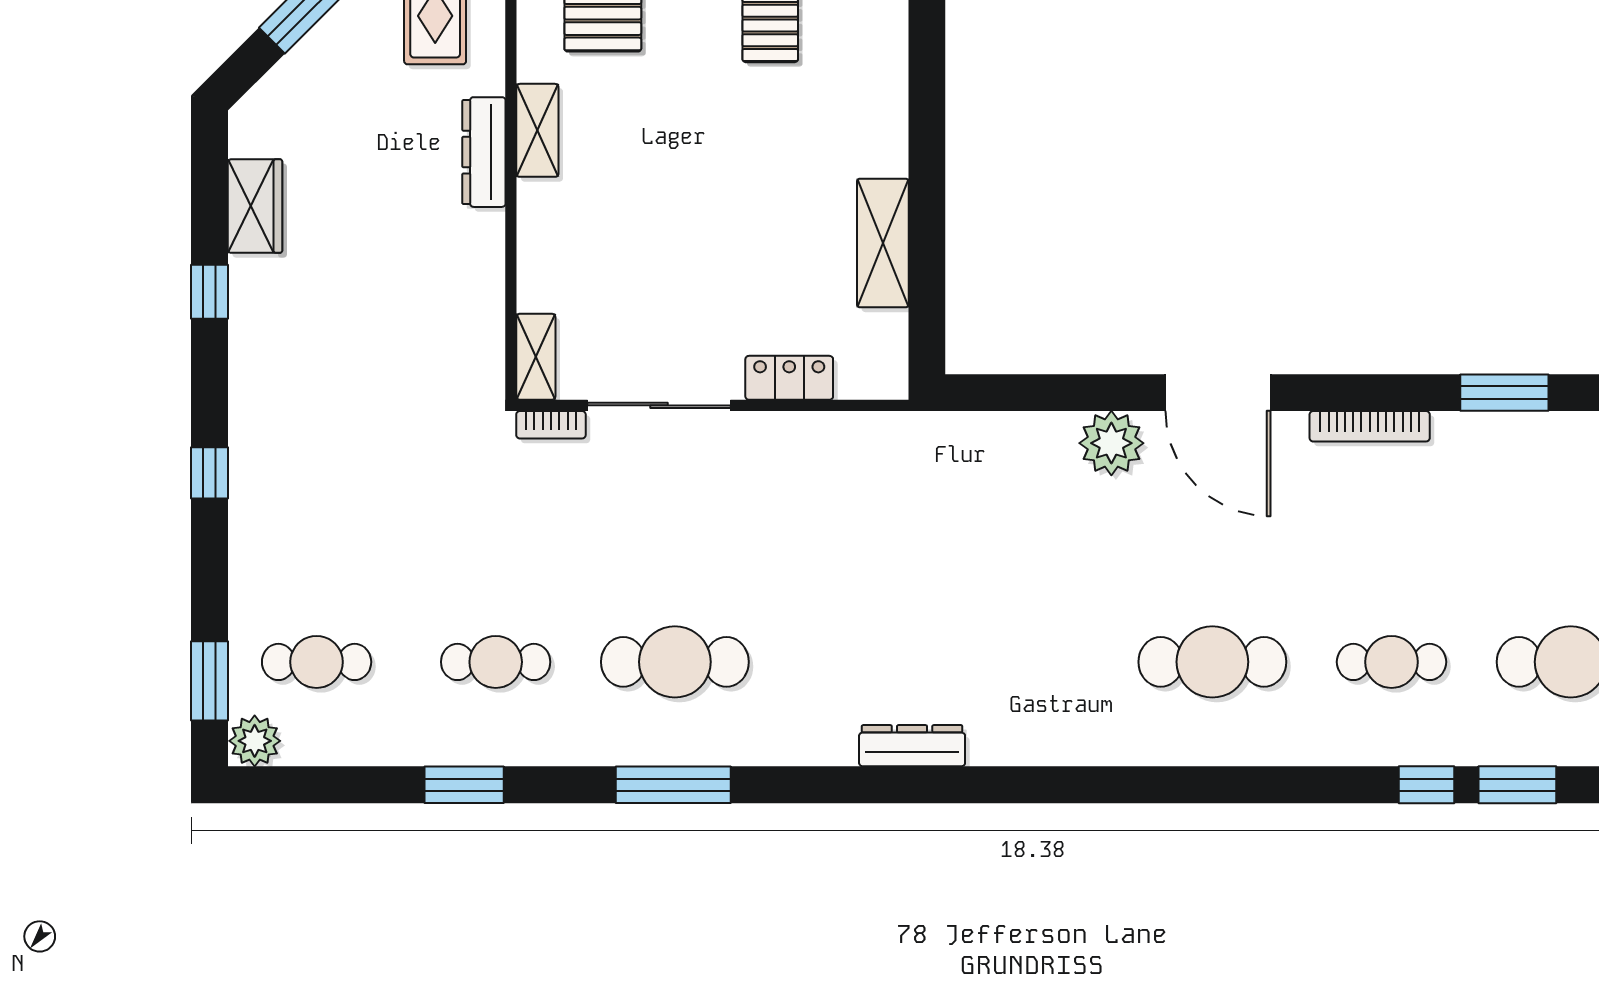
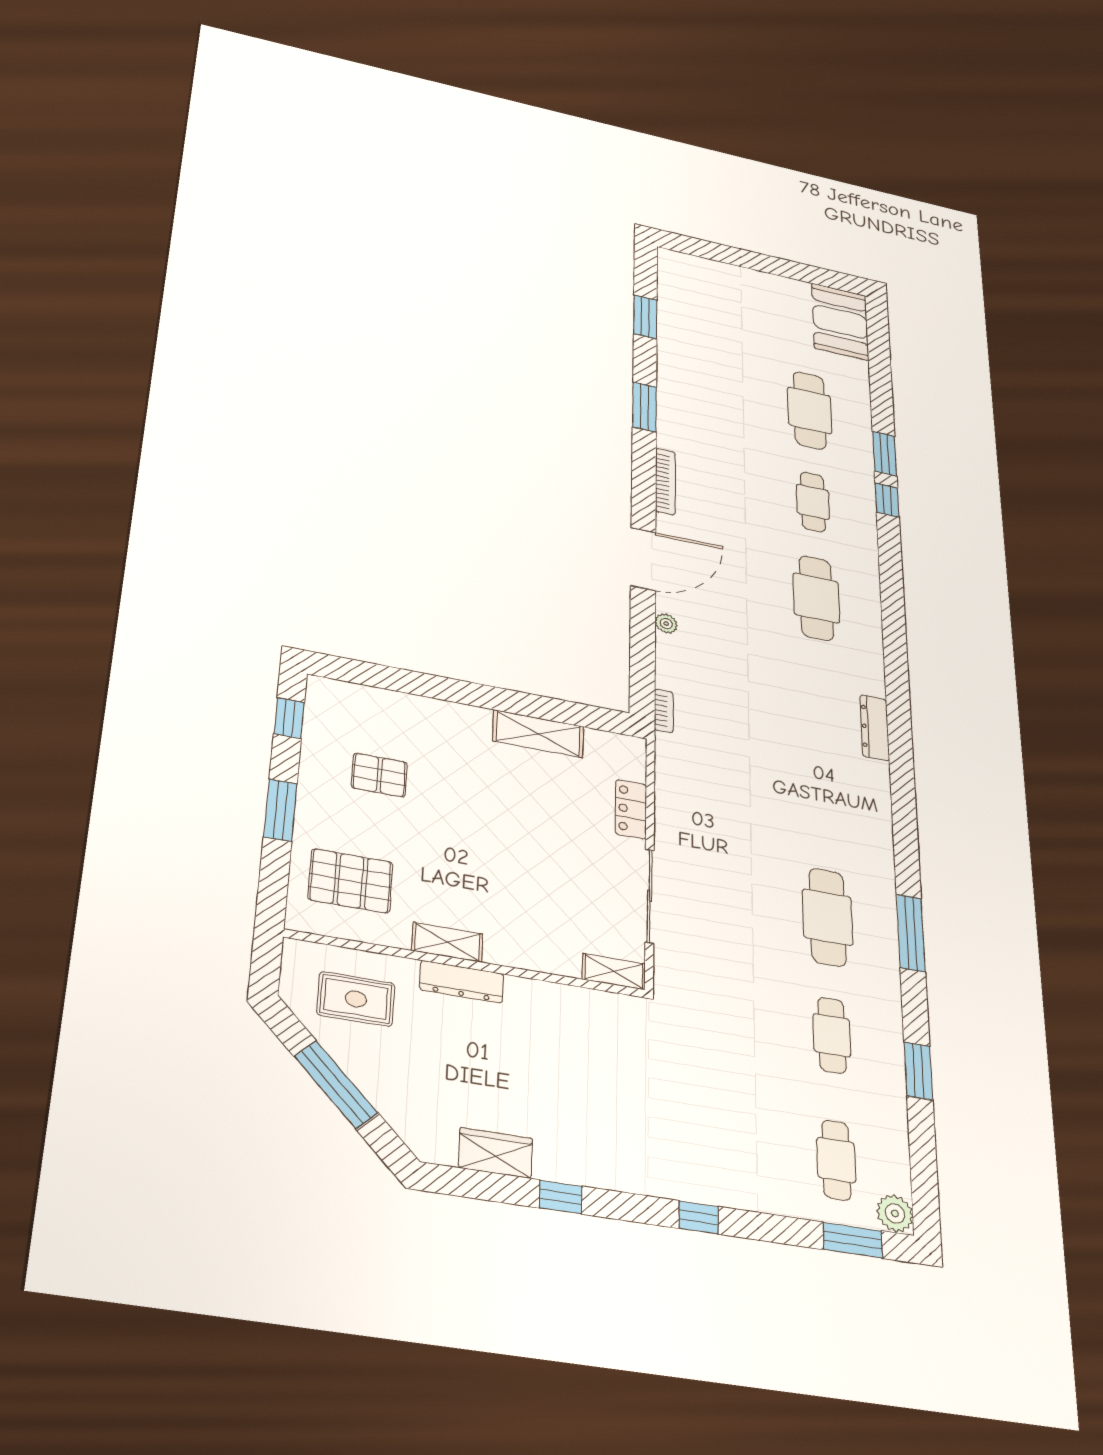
bookcase: (551, 425) -> (664, 711), moved
plant: (1111, 443) -> (666, 623), width x0.53, depth x0.53
dresser: (912, 746) -> (875, 728), moved

